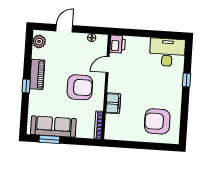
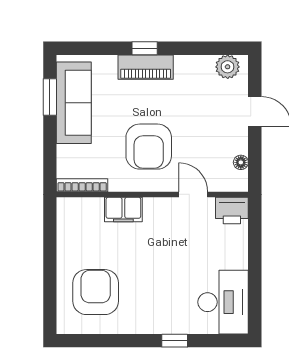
piano: (37, 74) -> (146, 67), moved

